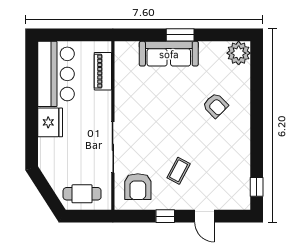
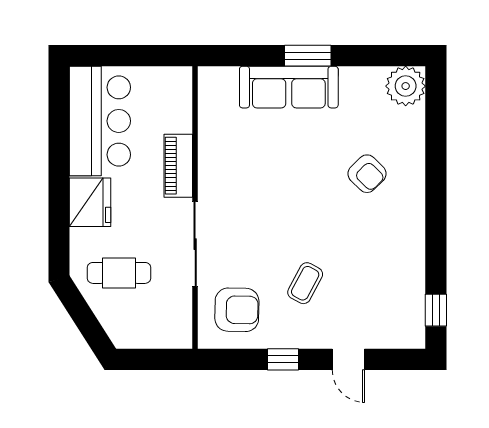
piano: (103, 71) -> (178, 166), moved
armchair: (138, 187) -> (237, 310), turned -89
cafe table: (82, 194) -> (119, 273), moved

